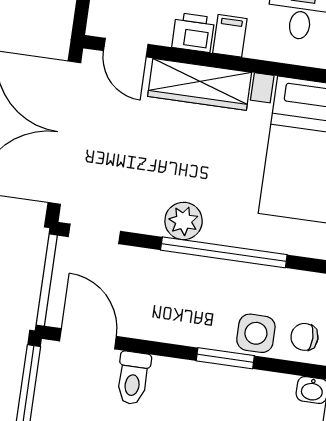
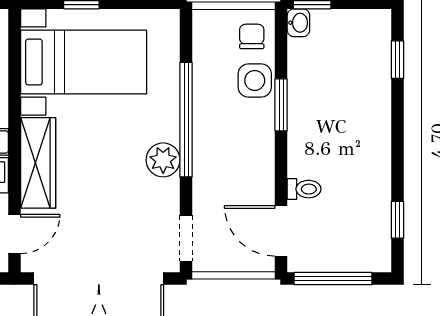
chair: (304, 337) -> (252, 36), turned 180
door: (88, 339) -> (281, 231), hinge flipped
toilet: (133, 378) -> (304, 189), width x0.73, depth x0.72

